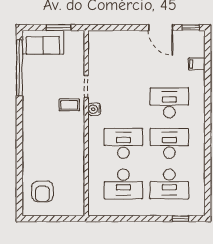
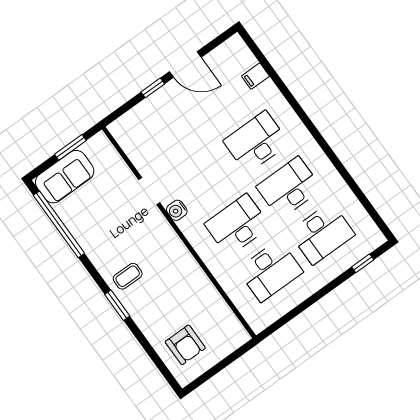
window: (191, 28) -> (153, 88), moved
coffee table: (69, 105) -> (128, 276), moved
window: (19, 140) -> (117, 305), added

